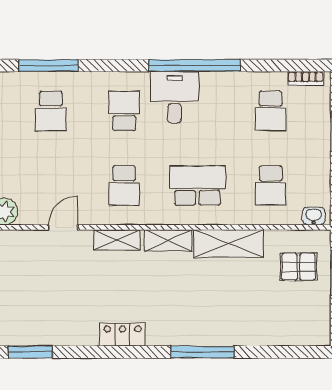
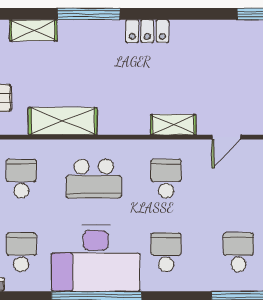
desk: (174, 97) -> (96, 258), width x1.87, depth x1.30
school desk: (124, 111) -> (166, 252), turned 180
shelving: (168, 240) -> (33, 30), moved
locker: (123, 335) -> (147, 31), moved

